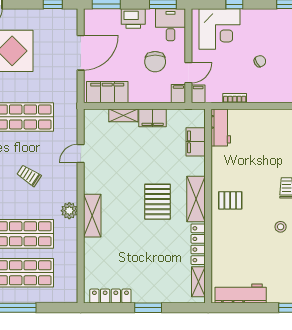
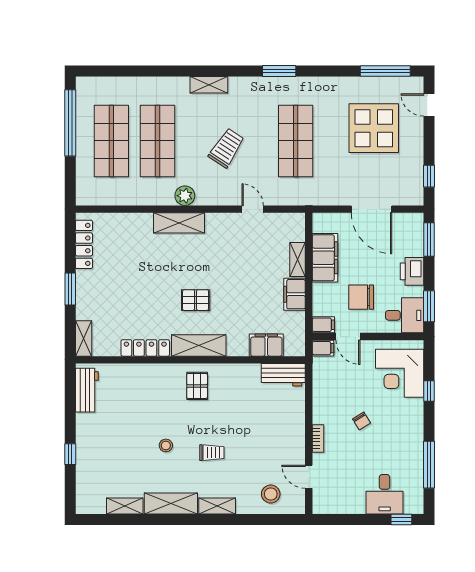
filing cabinet: (107, 92) -> (325, 258), moved
bookcase: (235, 98) -> (318, 438), moved
trolley: (29, 175) -> (226, 148), width x1.36, depth x1.39
pallet: (158, 202) -> (196, 300), width x0.67, depth x0.71
shelving: (198, 282) -> (84, 338), moved, turned 90
workbench: (241, 294) -> (87, 390), width x0.73

